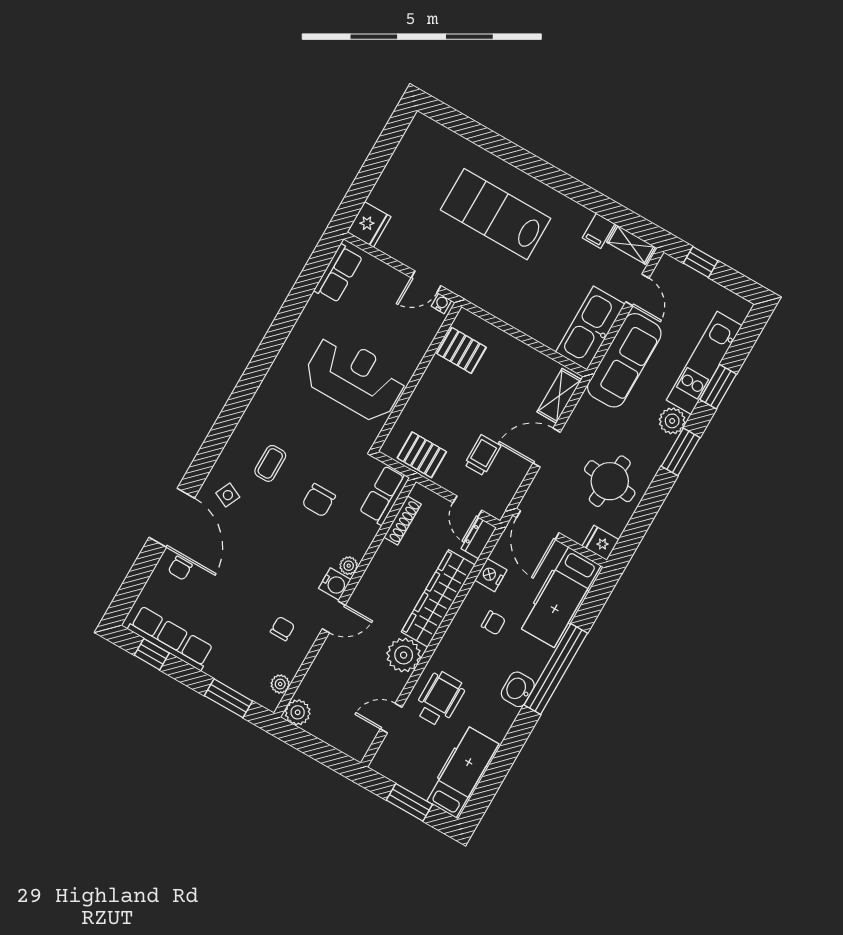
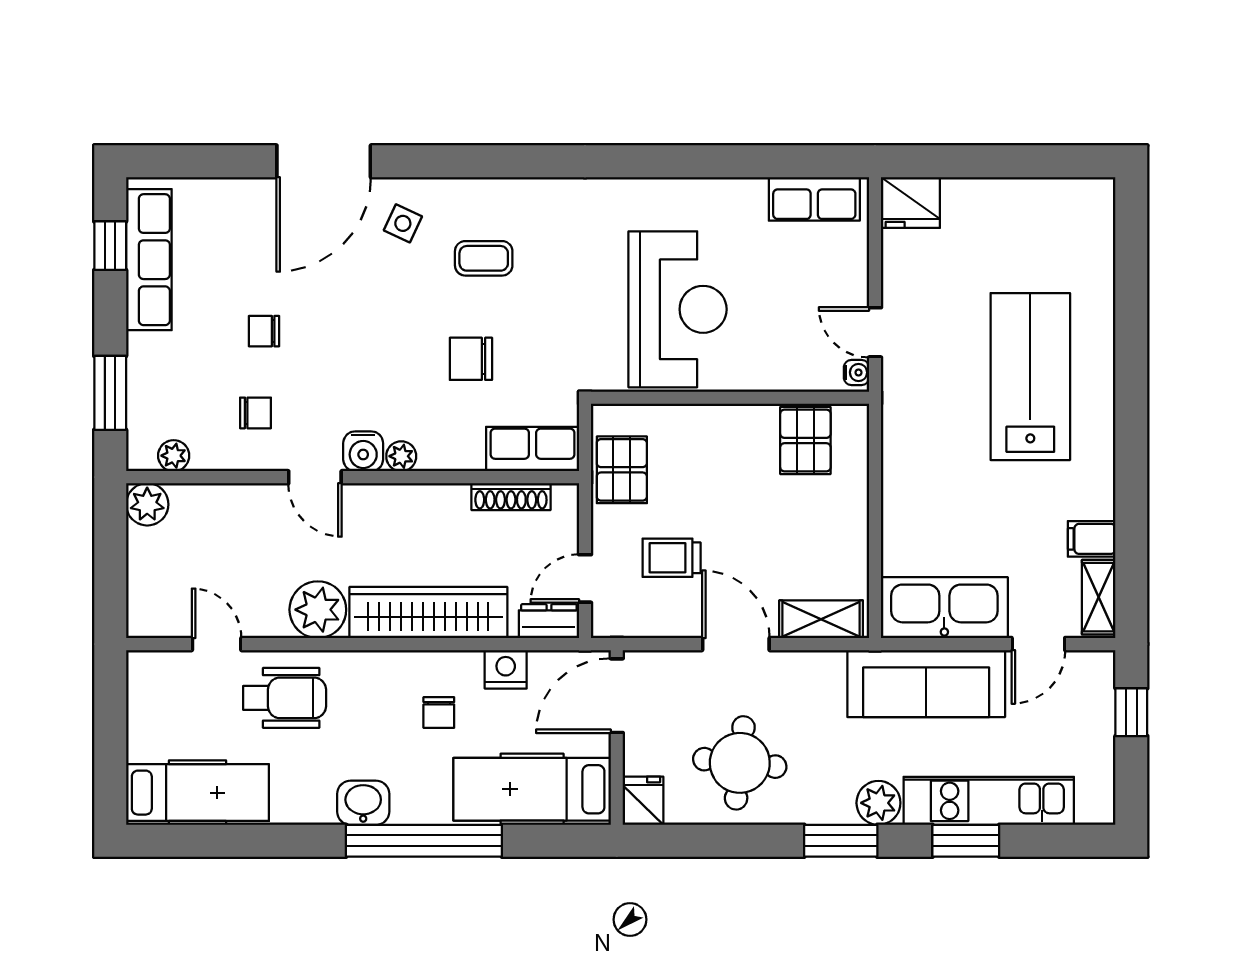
trolley: (483, 455) -> (672, 558), turned 180
chair: (180, 568) -> (264, 331), moved
window: (409, 802) -> (110, 740), removed

